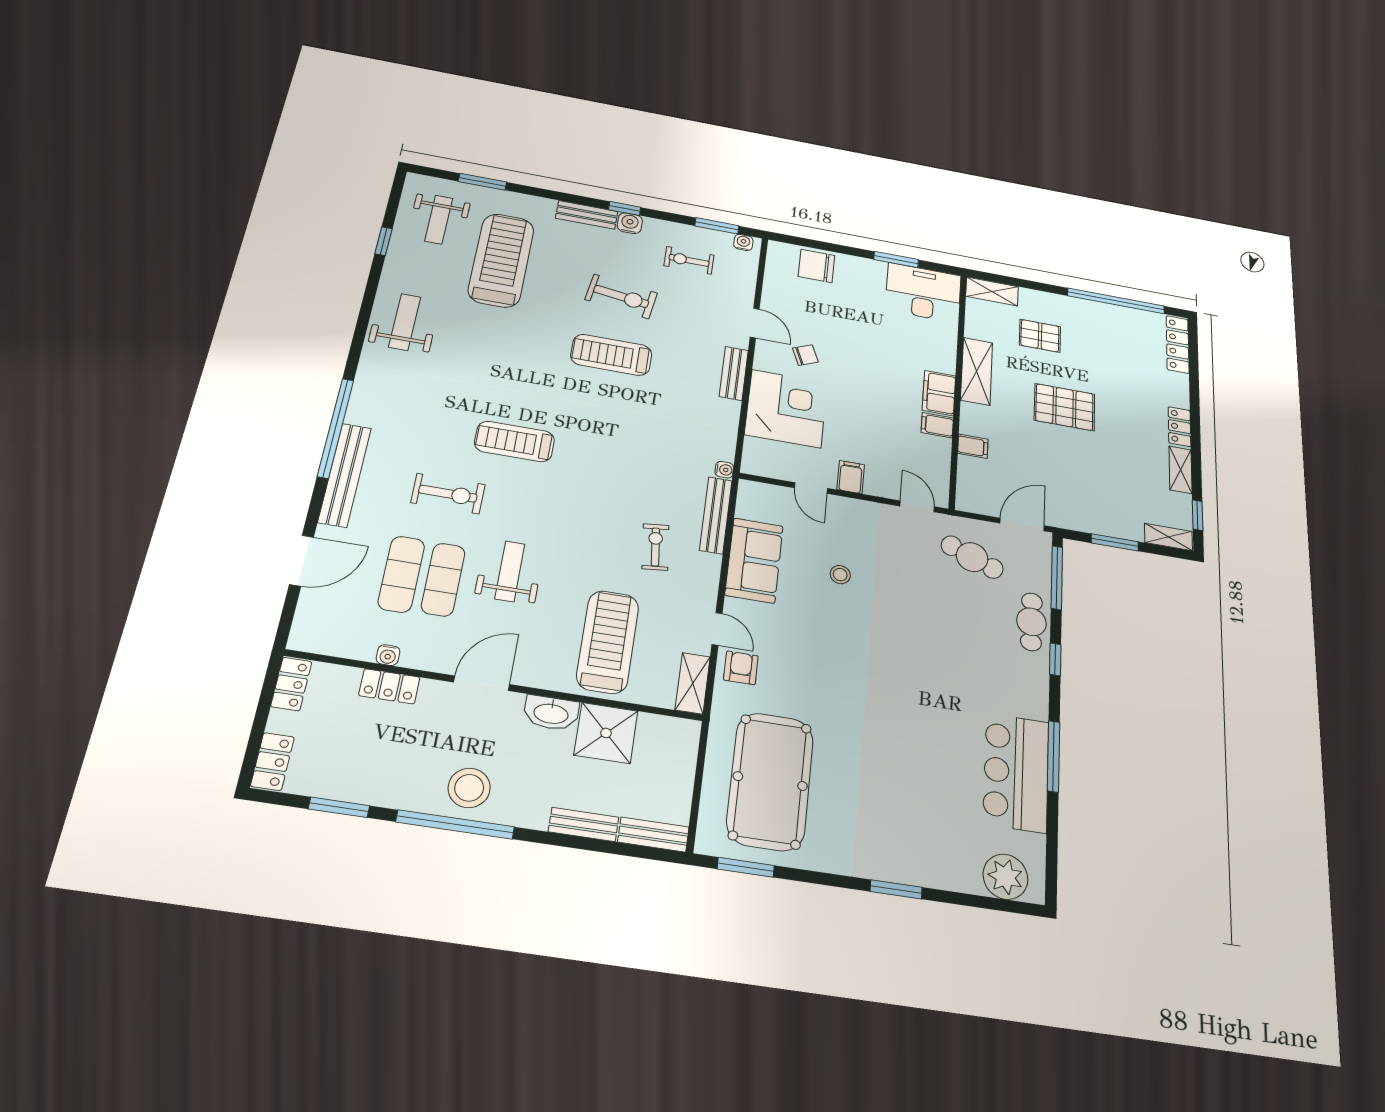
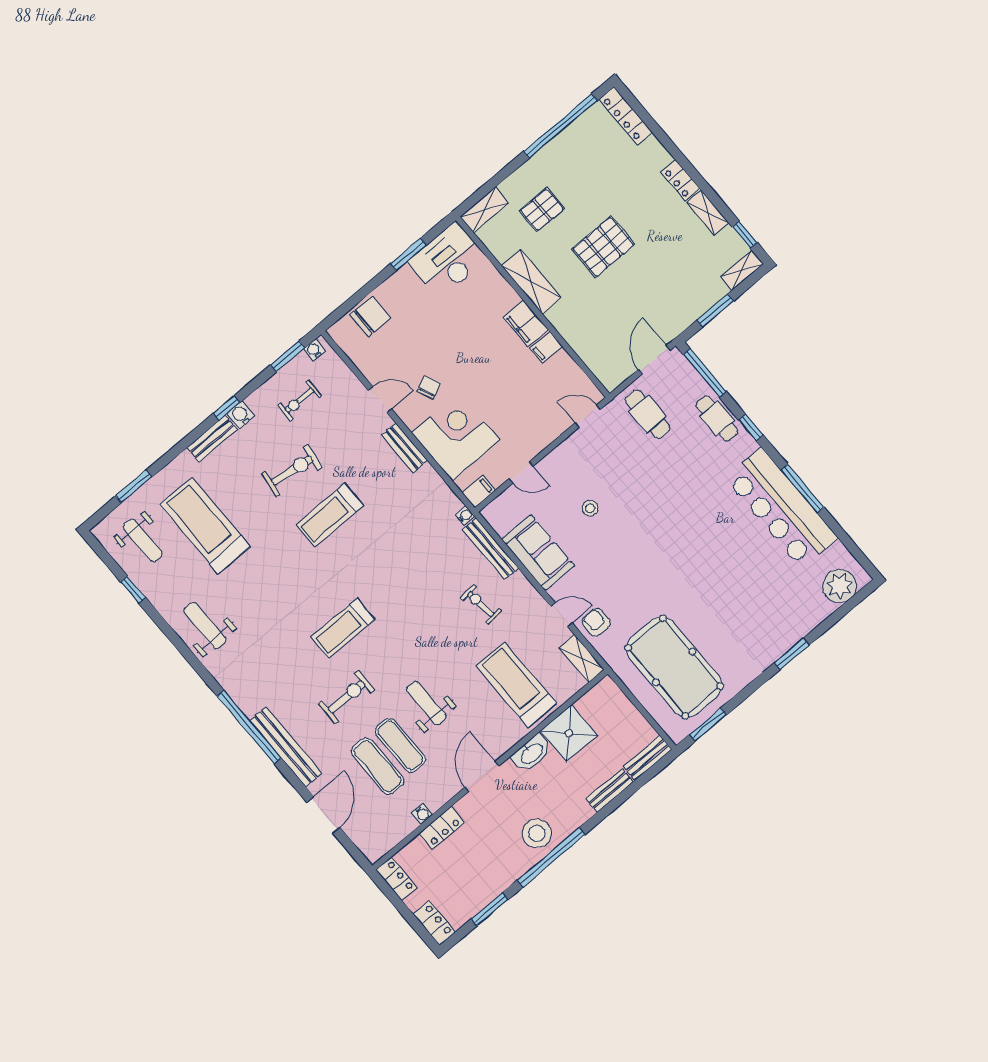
chair: (816, 266) -> (370, 316), turned 180
filing cabinet: (973, 446) -> (579, 338), removed
filing cabinet: (851, 477) -> (479, 491), moved, turned 90
cafe table: (972, 557) -> (648, 414), turned 68
bar counter: (1016, 772) -> (781, 508), width x1.36

